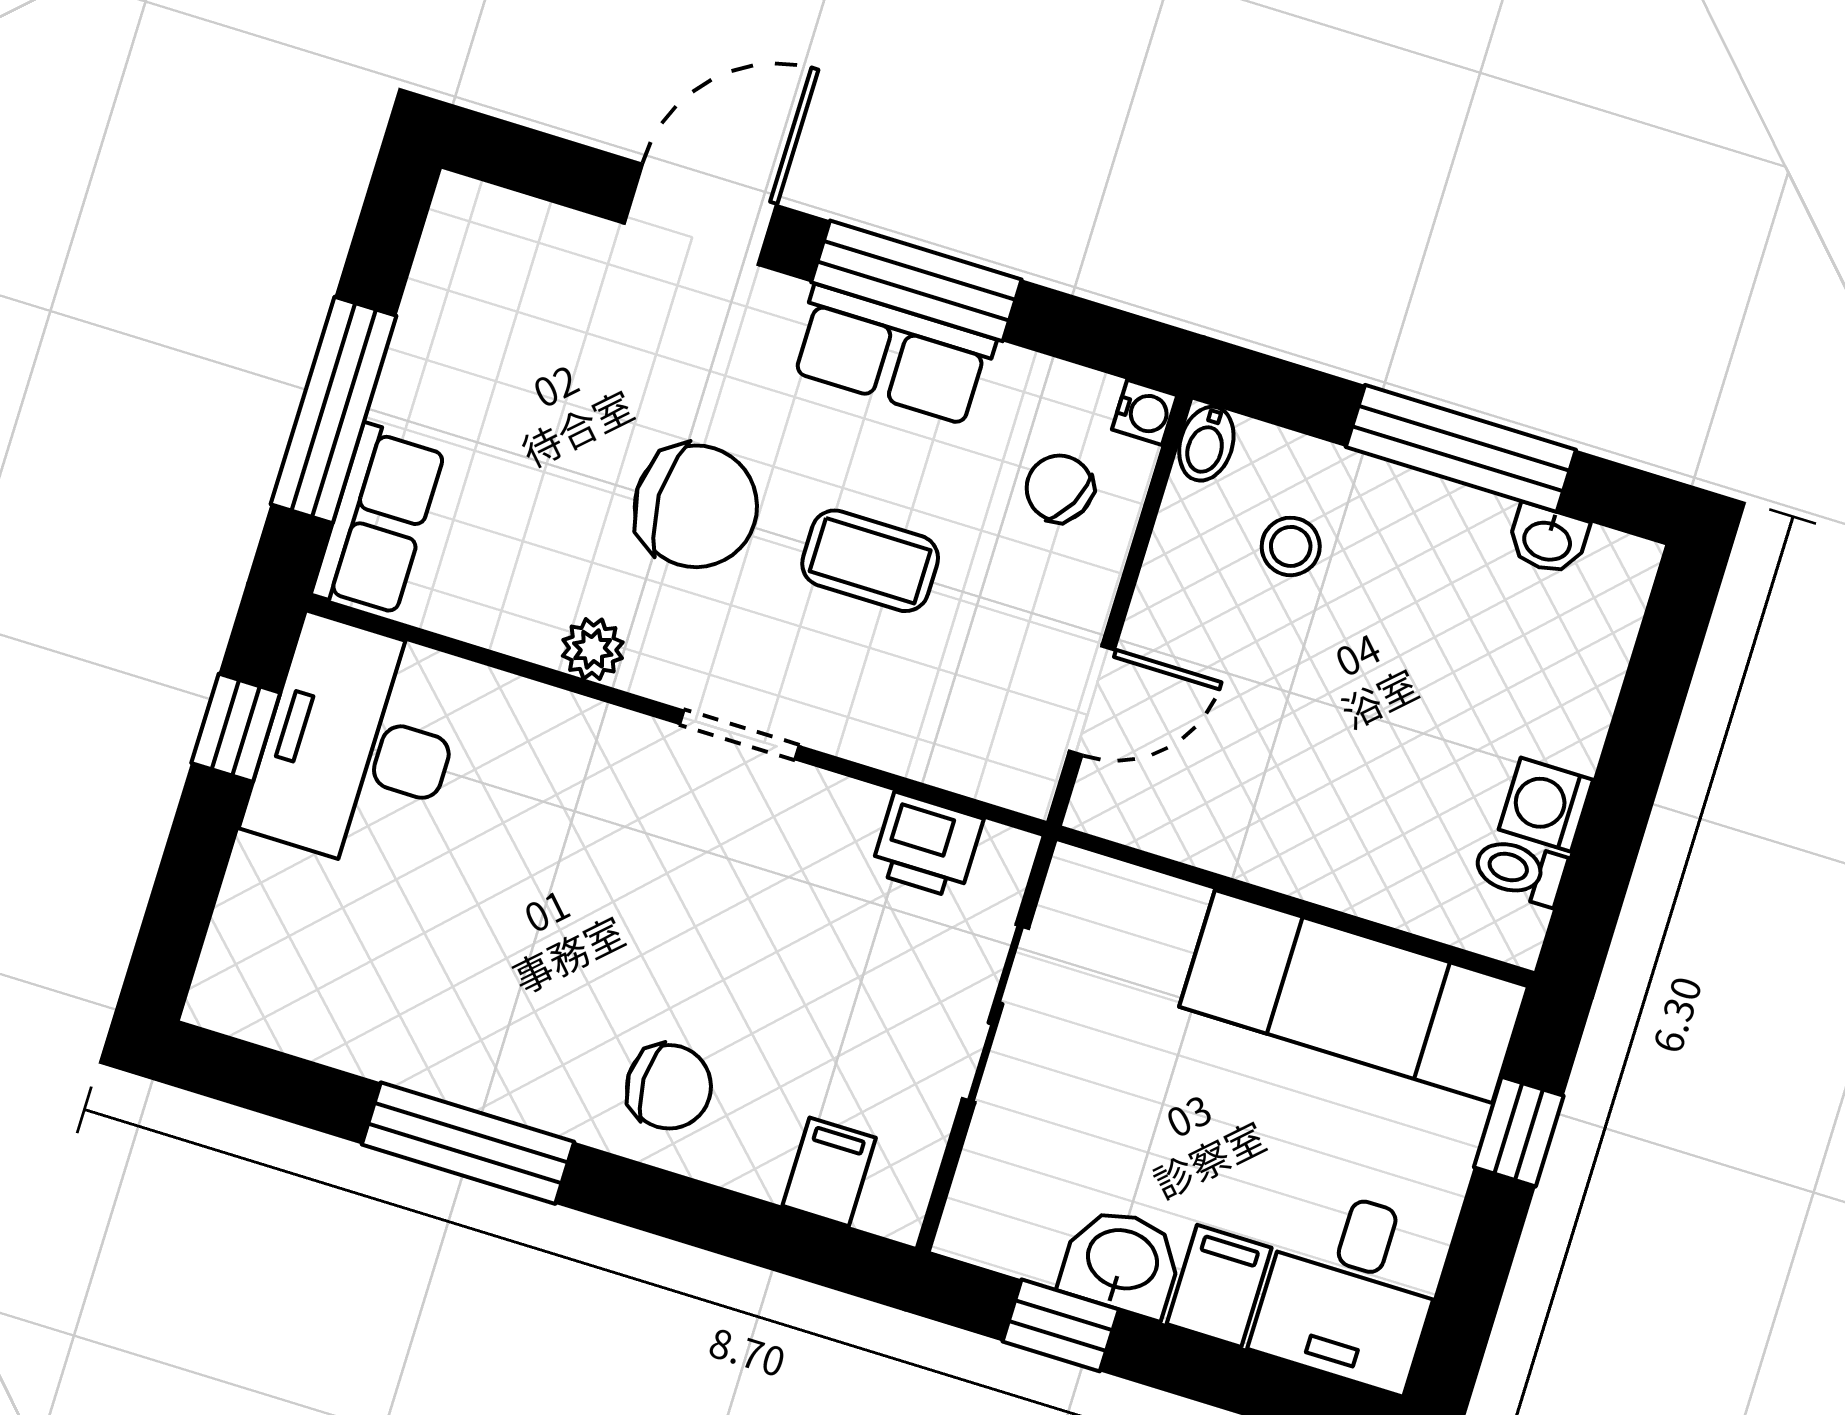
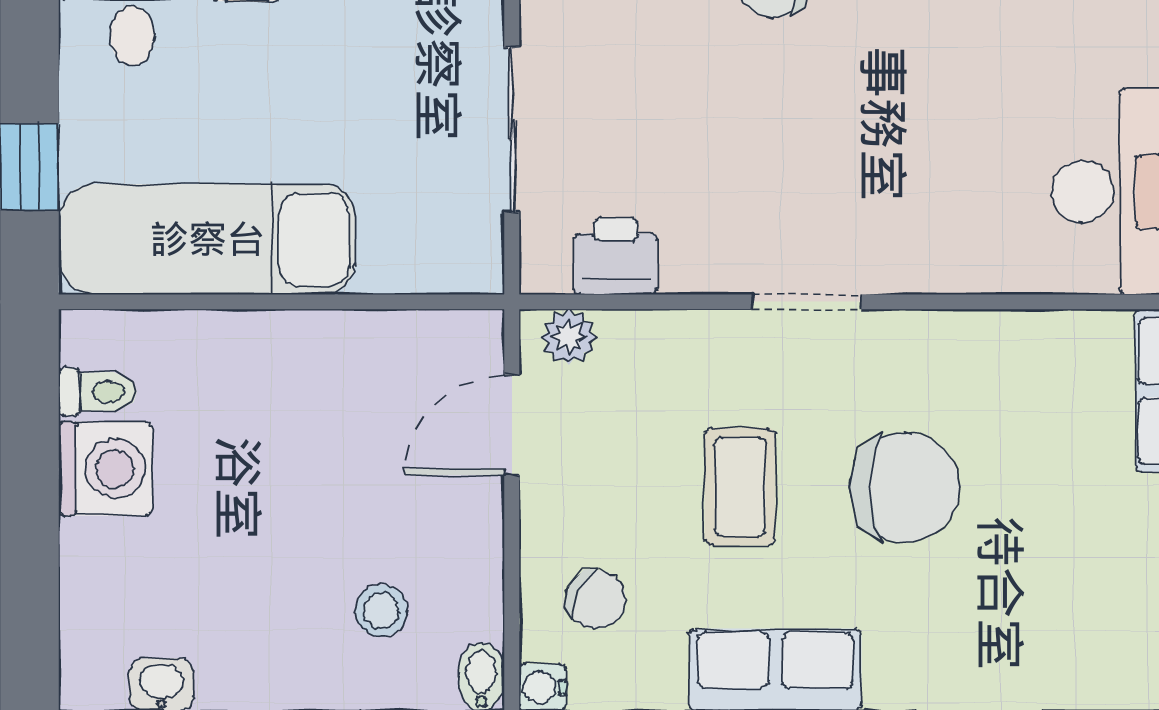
chair: (696, 506) -> (905, 487), turned 180
coffee table: (870, 561) -> (740, 487), turned 90
plant: (593, 649) -> (569, 337), moved
washing machine: (1546, 805) -> (106, 469), width x1.38, depth x1.38

